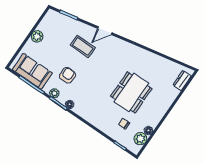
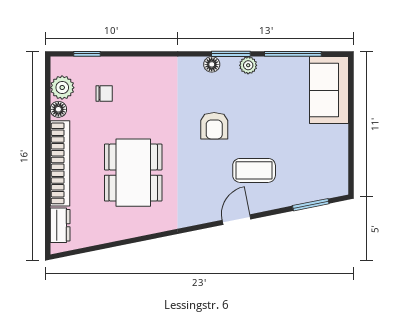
plant: (37, 36) -> (337, 137), removed
sofa: (32, 71) -> (329, 90), moved, turned 90
armchair: (67, 75) -> (214, 126), moved
dining table: (131, 92) -> (133, 173), moved
bookcase: (164, 107) -> (60, 163), added

